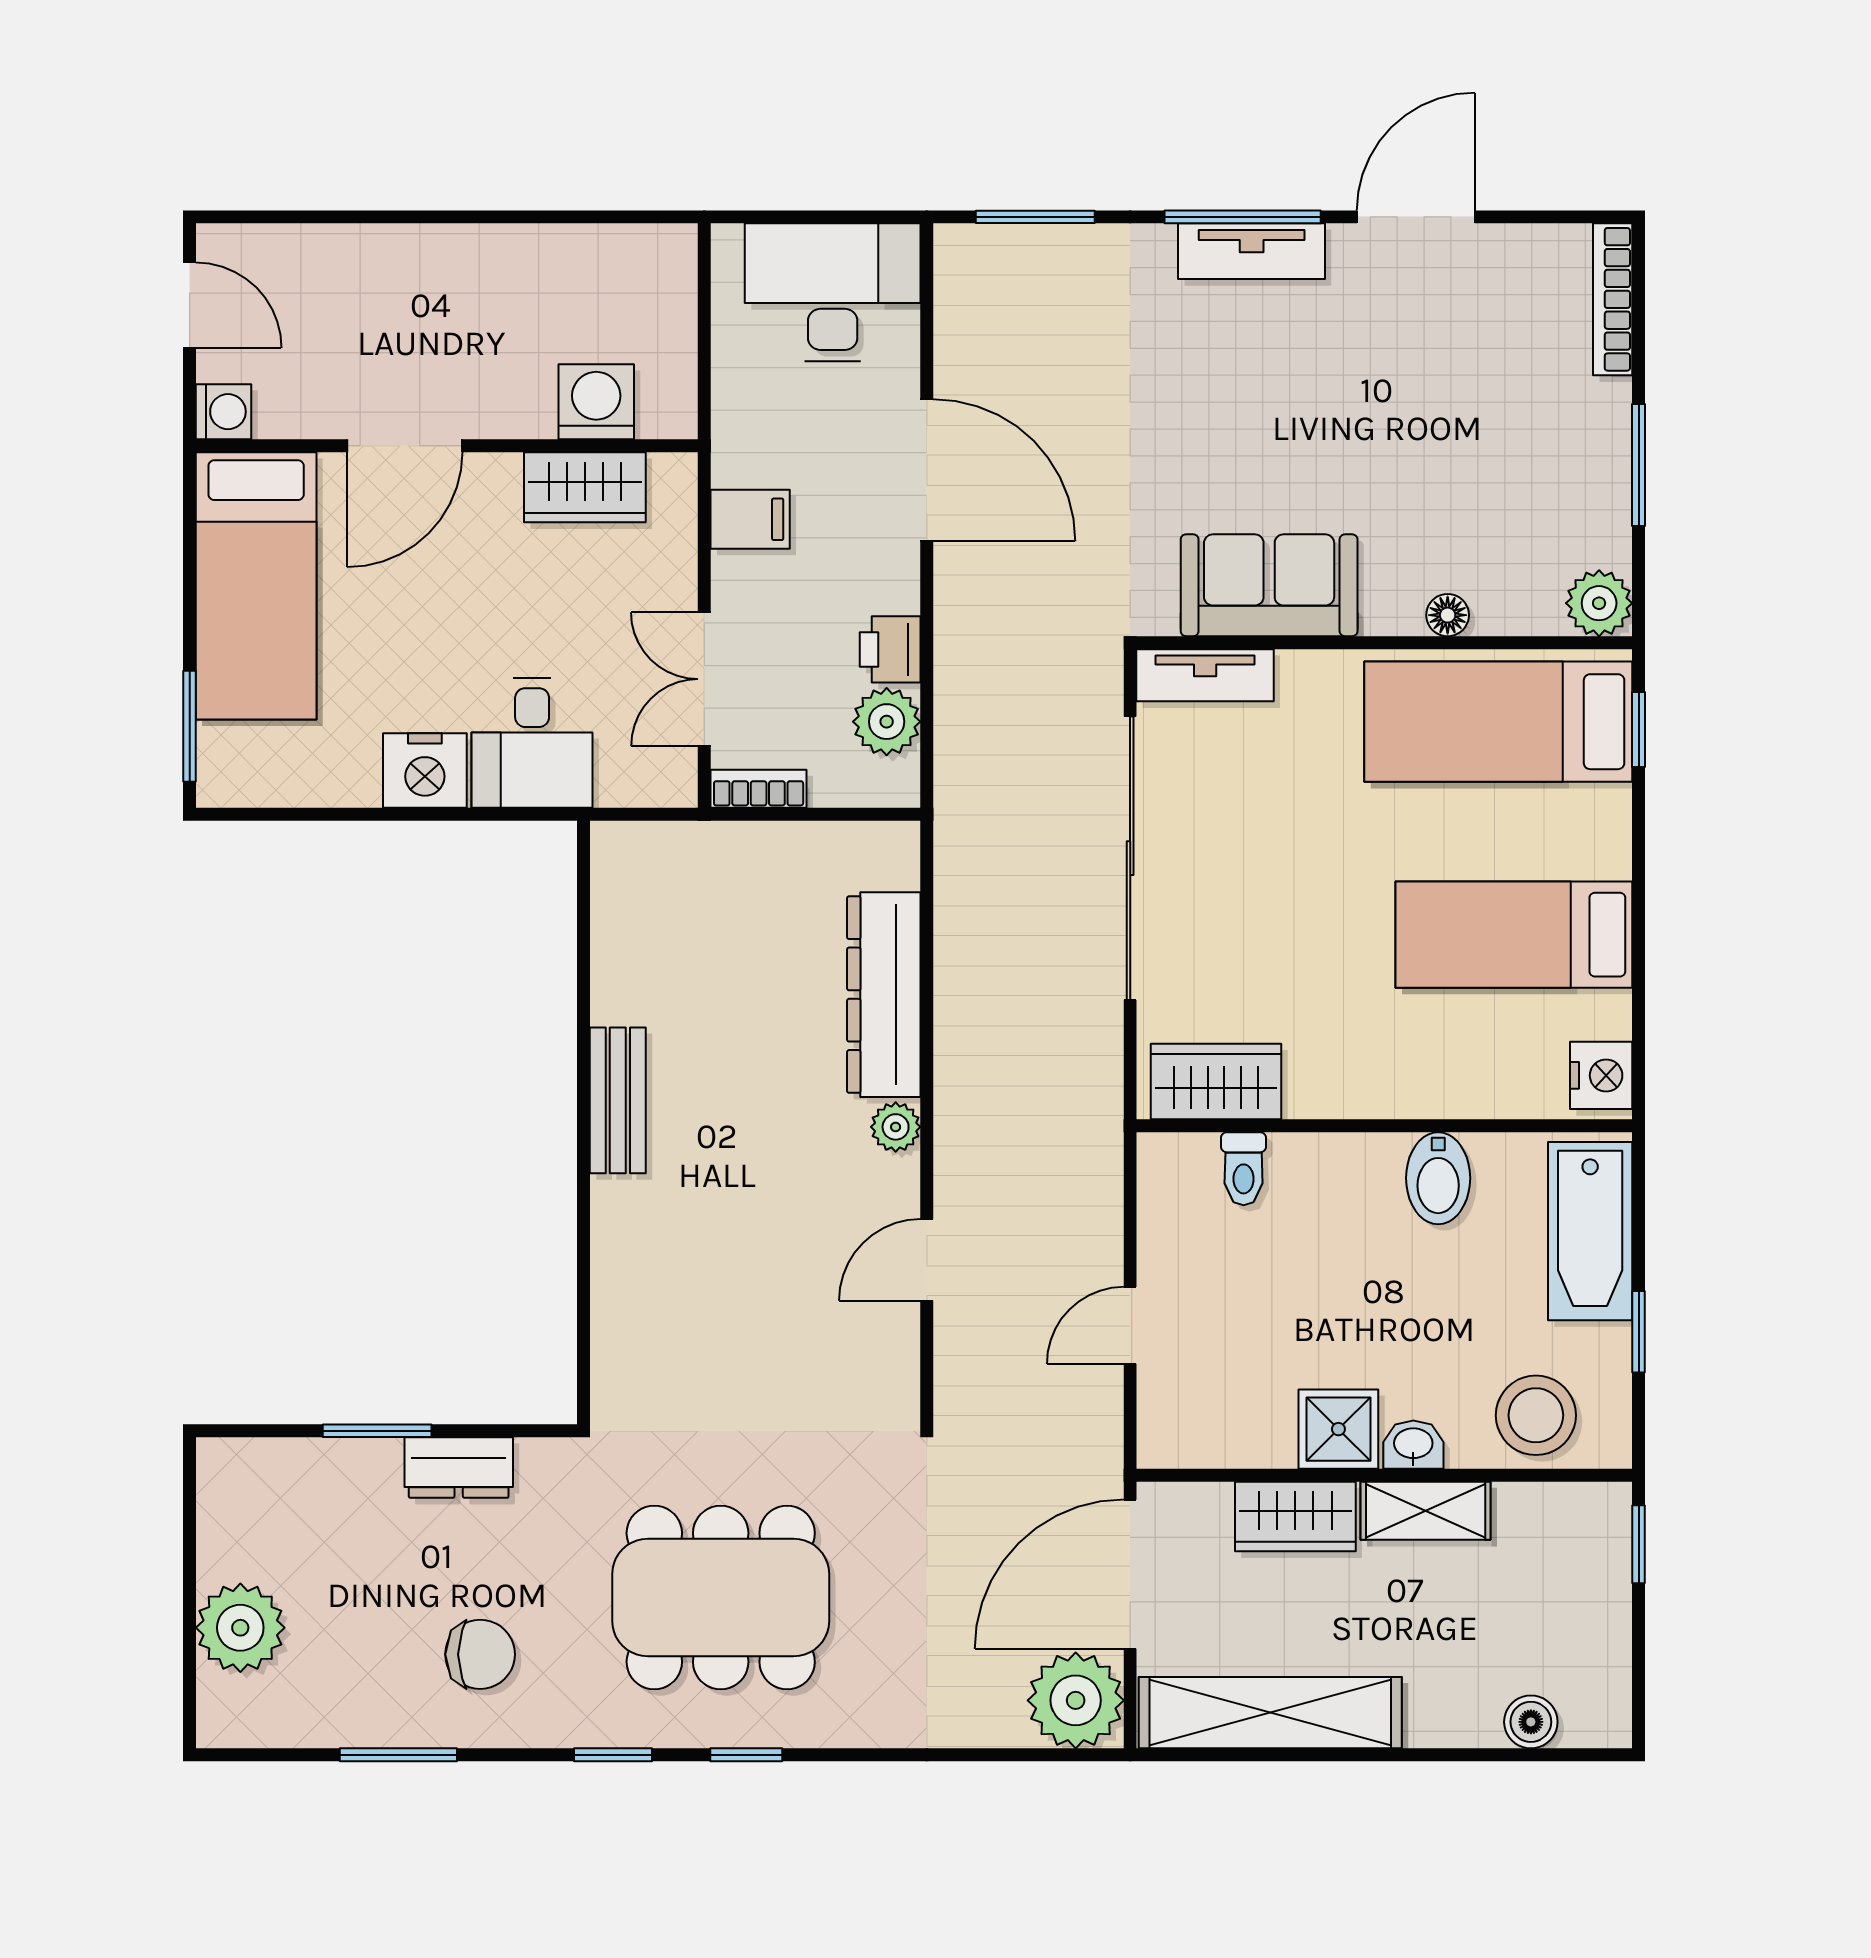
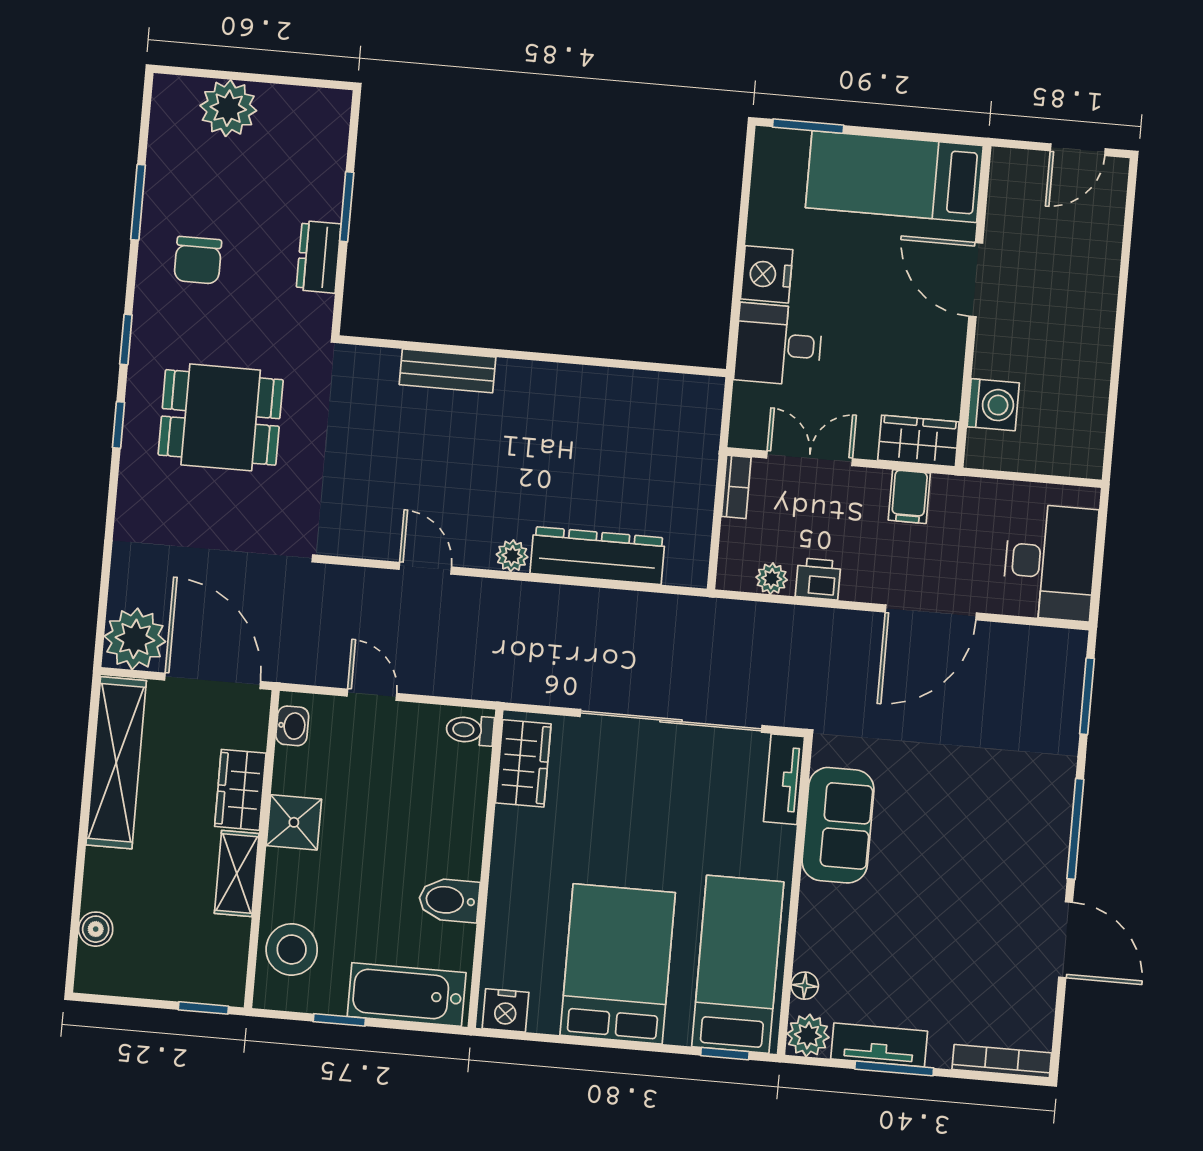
tv unit: (1252, 251) -> (879, 1045), moved, turned 90
washing machine: (224, 412) -> (1008, 166), removed
wardrobe: (585, 487) -> (918, 441), moved, turned 90
floor lamp: (1448, 615) -> (805, 986), moved
plant: (887, 722) -> (772, 579), width x0.73, depth x0.73
bed: (1514, 935) -> (618, 964), width x1.50
bench: (618, 1100) -> (447, 371), moved
toilet: (1244, 1169) -> (470, 730), moved
washbasin: (1413, 1445) -> (292, 726), moved
dining table: (721, 1598) -> (221, 417), width x0.73

